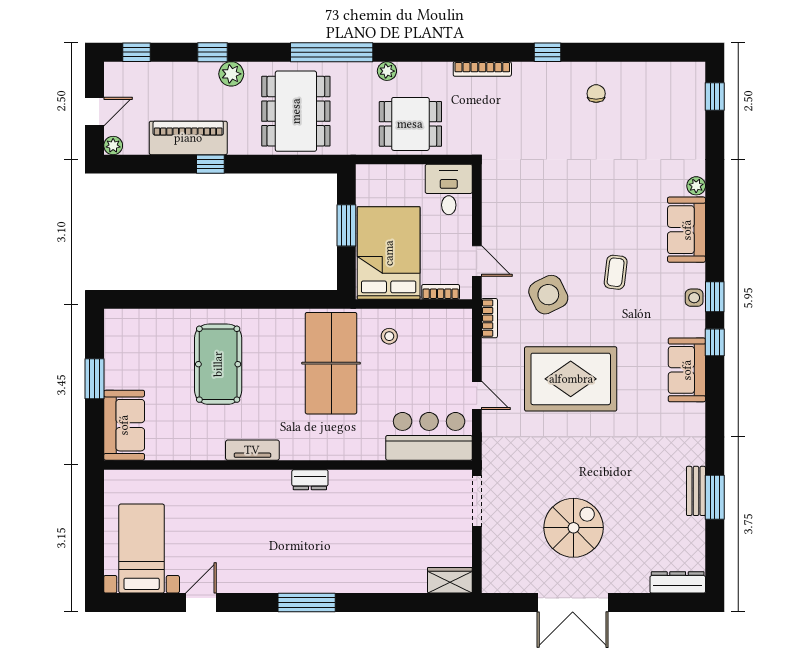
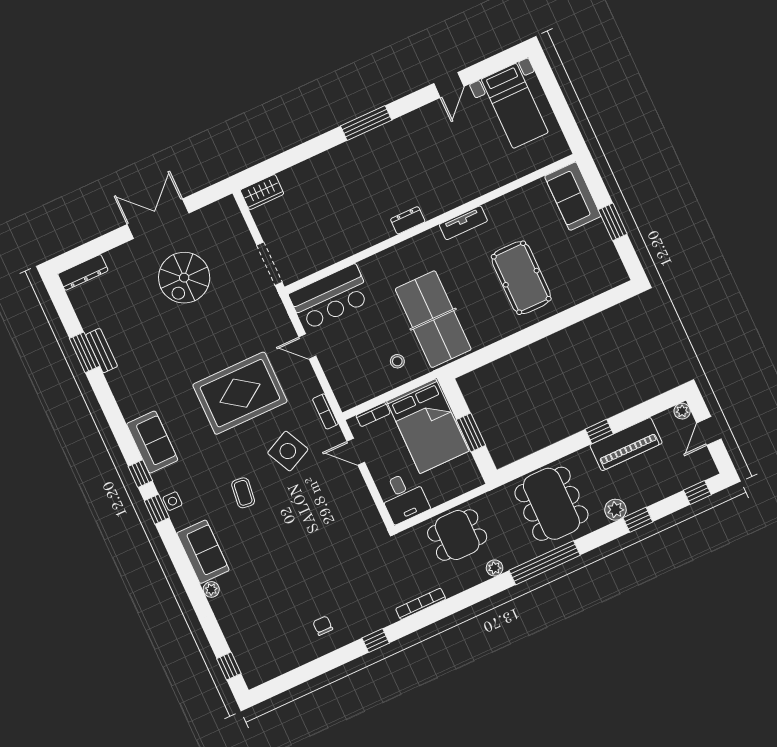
chair: (596, 94) -> (323, 626), turned 180

